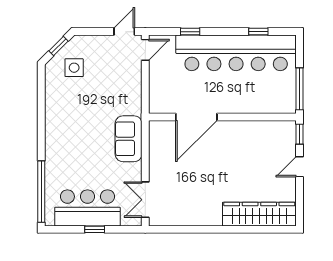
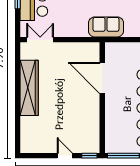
sofa: (129, 139) -> (106, 27), moved
wardrobe: (259, 214) -> (29, 88), moved

